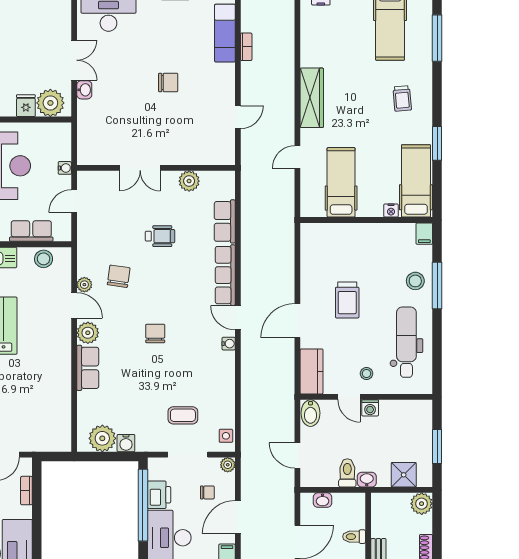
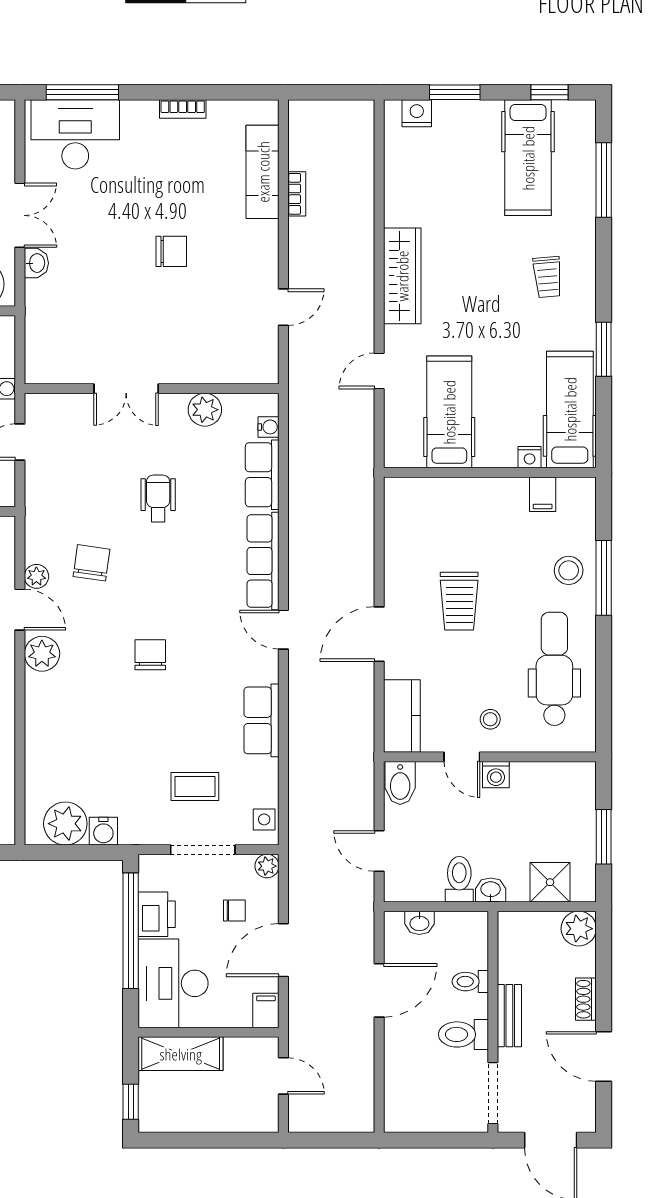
filing cabinet: (424, 234) -> (543, 494), moved
wheelchair: (160, 236) -> (158, 498), turned -90
water cooler: (229, 344) -> (268, 427), moved
row of seats: (88, 368) -> (261, 720), moved, turned 180

